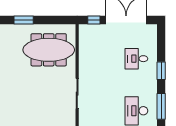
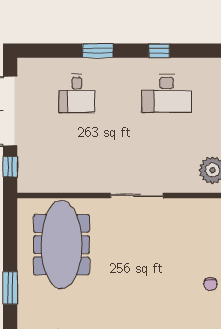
window: (161, 106) -> (159, 51), width x0.46

